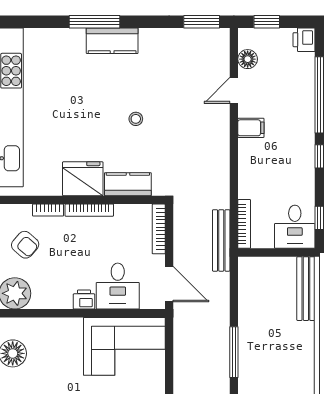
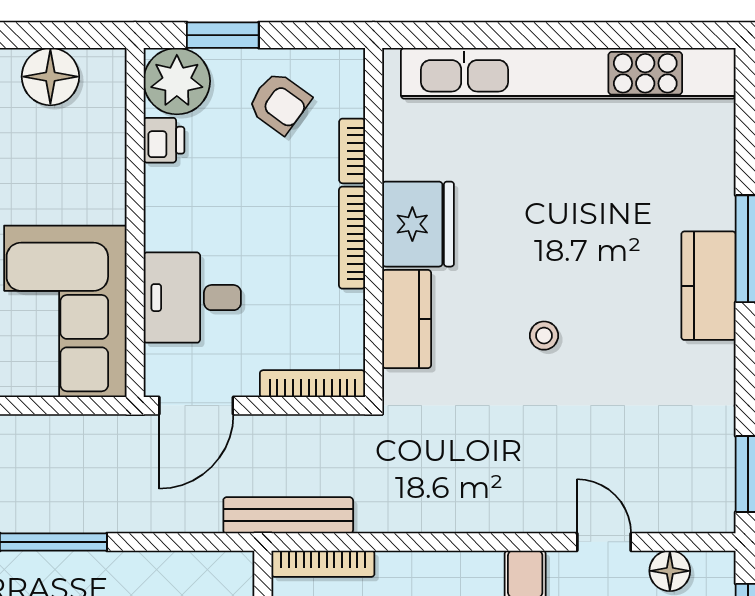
armchair: (25, 245) -> (279, 103), turned -95
printer: (84, 300) -> (164, 140), moved

